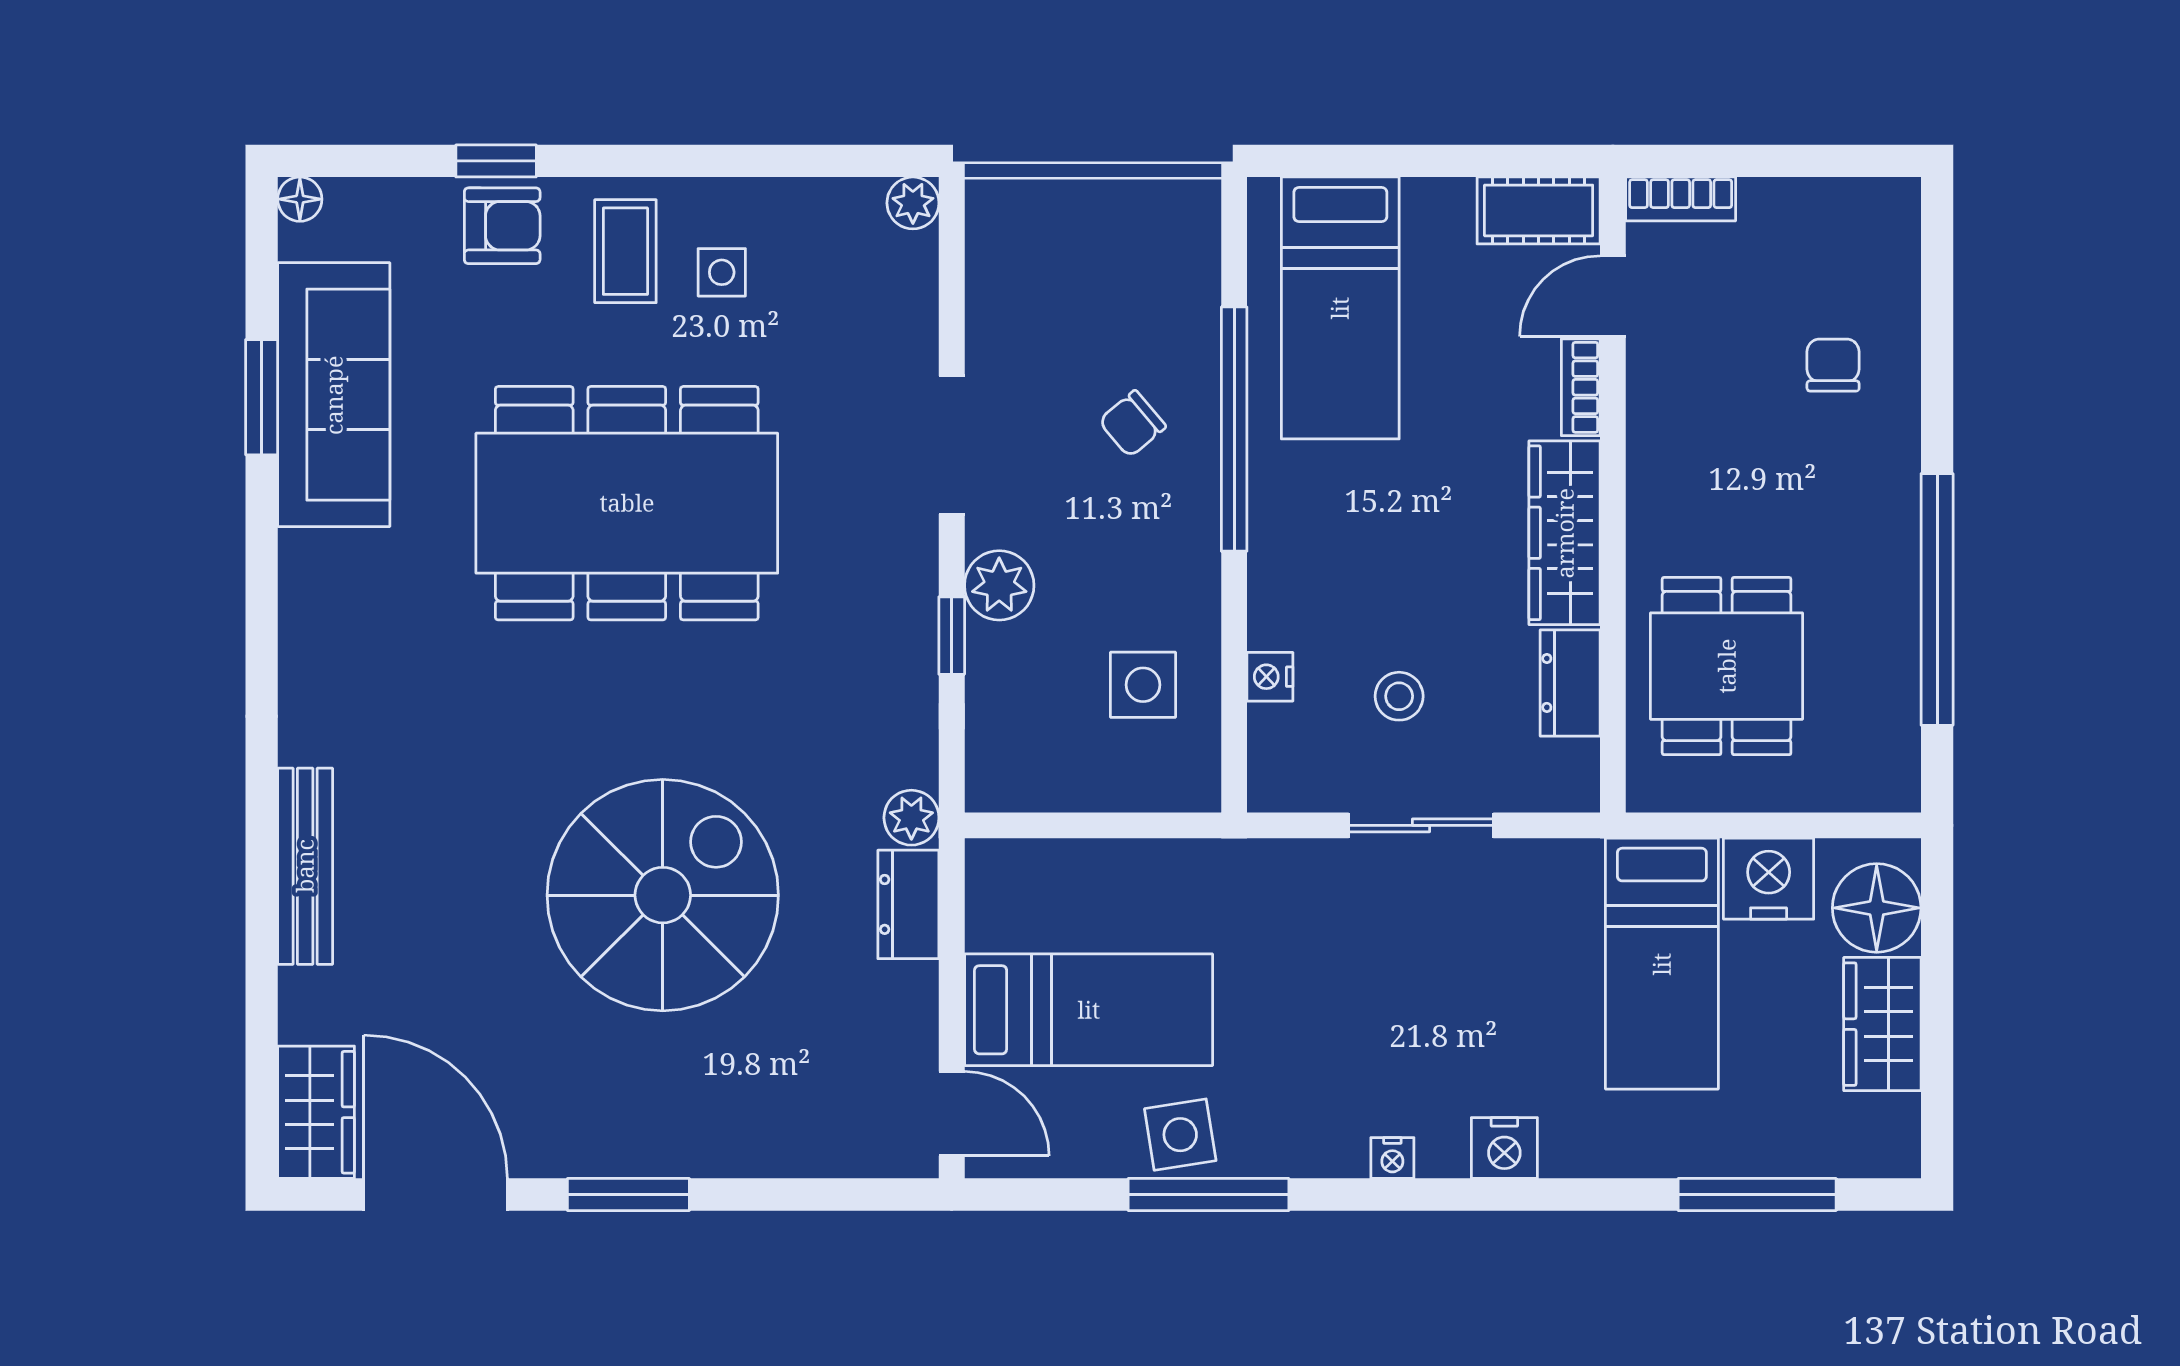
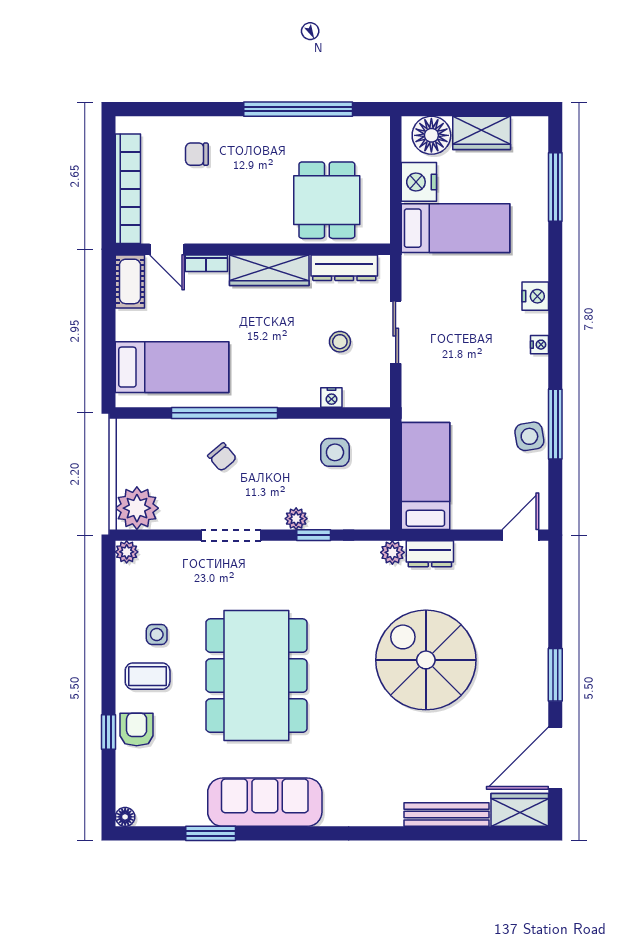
bookcase: (1681, 199) -> (128, 189), width x2.31, depth x1.31
plant: (1014, 227) -> (137, 508), added
sofa: (334, 395) -> (265, 802), moved
plant: (999, 585) -> (296, 519), width x0.73, depth x0.73
dining table: (1727, 666) -> (327, 200), turned 90
dresser: (1570, 683) -> (344, 268), width x1.44
bench: (305, 866) -> (447, 815), moved
bed: (1089, 1010) -> (425, 476), moved

